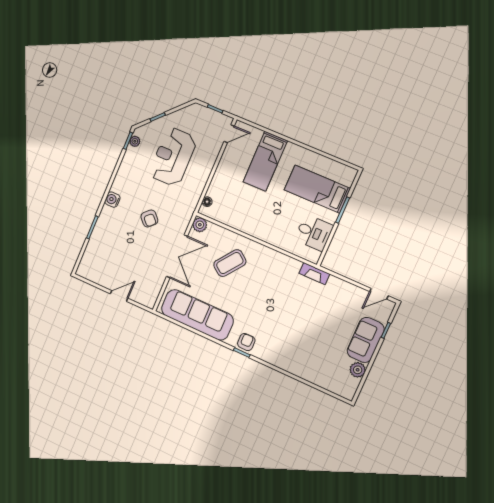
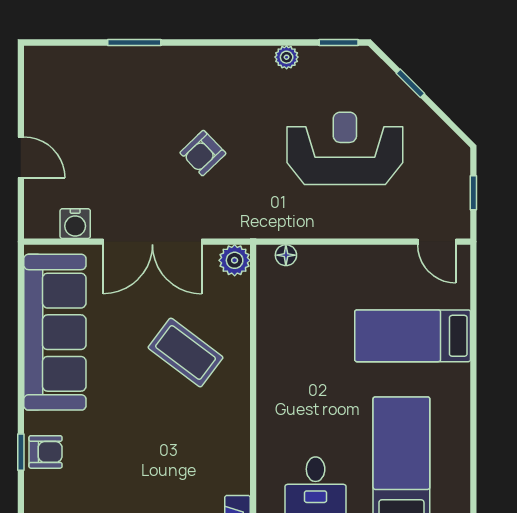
plant: (135, 141) -> (287, 57), moved
water cooler: (112, 200) -> (75, 224), moved, turned 180

